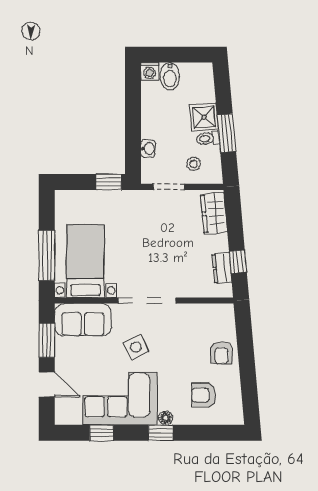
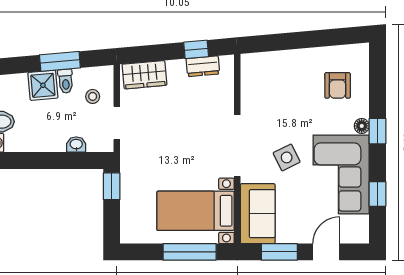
armchair: (222, 353) -> (293, 67), removed

